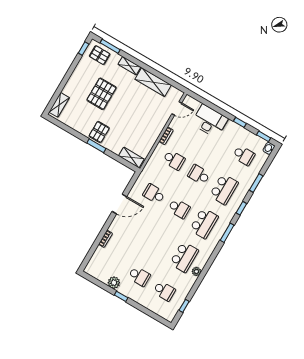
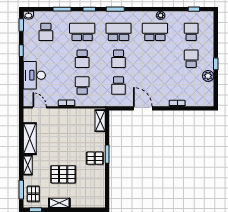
shelving: (59, 105) -> (59, 203), moved
school desk: (244, 155) -> (46, 32), turned 180
school desk: (179, 209) -> (119, 59), turned 180

